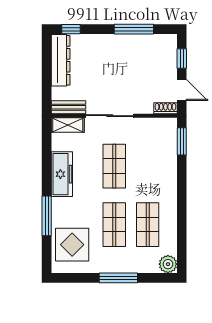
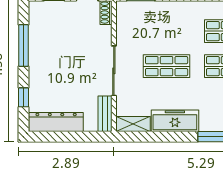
window: (71, 29) -> (24, 97), moved
shelving: (68, 125) -> (133, 124), moved, turned 90

